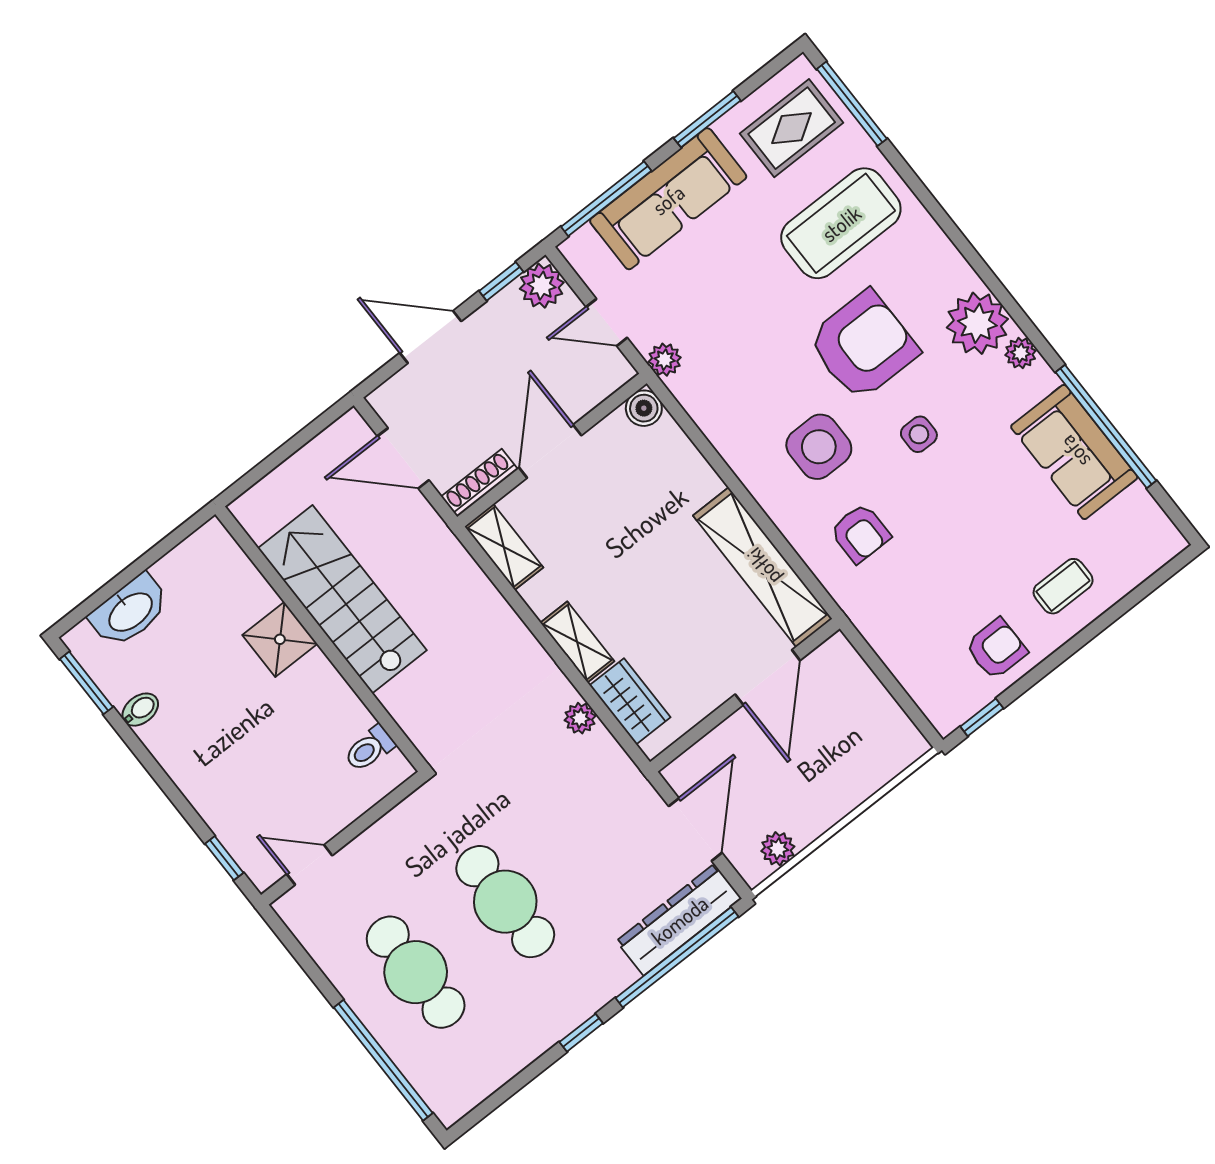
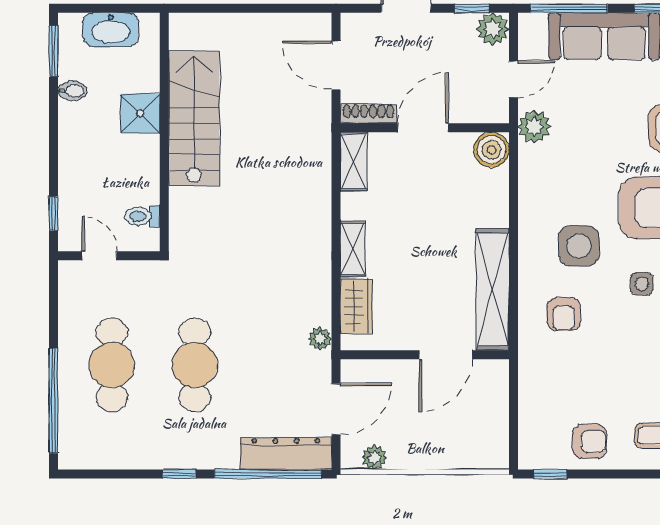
door: (607, 322) -> (514, 79), swing flipped
plant: (665, 360) -> (534, 127), width x1.38, depth x1.38
boiler: (644, 408) -> (491, 150), width x1.36, depth x1.36
stairs: (342, 599) -> (194, 119), moved
shower: (280, 639) -> (140, 113), moved
wall: (322, 639) -> (164, 132), moved
plant: (580, 718) -> (320, 339), moved
toilet: (370, 749) -> (142, 216), moved

